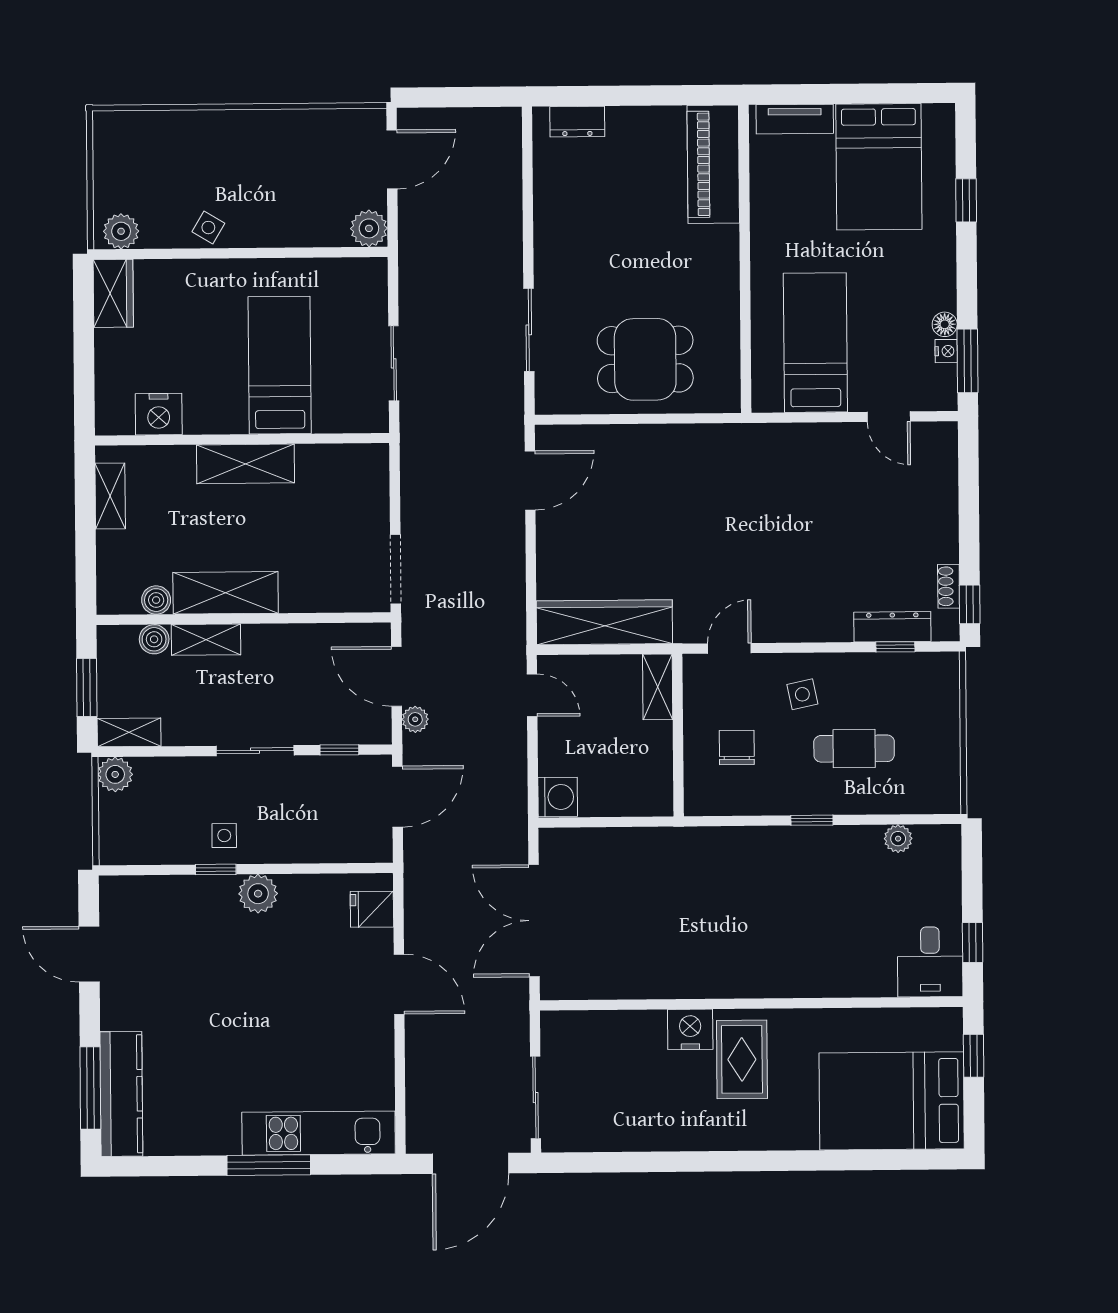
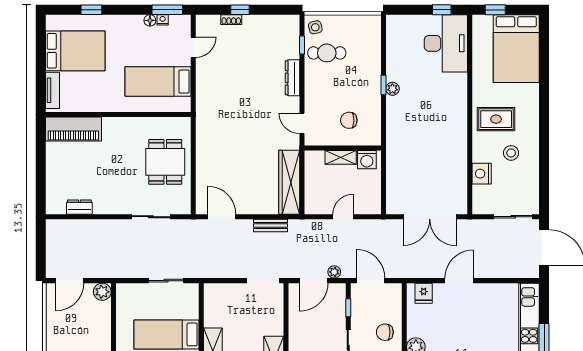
dresser: (577, 122) -> (79, 207), moved, turned -90
door: (392, 159) -> (70, 281), swing flipped
bench: (512, 584) -> (271, 226), added
shoe rack: (949, 586) -> (231, 20), moved
window: (970, 604) -> (240, 10), moved
dresser: (892, 627) -> (292, 78), moved
shelving: (658, 687) -> (341, 157), moved
side table: (802, 694) -> (315, 27), moved
door: (532, 695) -> (343, 217), moved
cafe table: (854, 749) -> (327, 53), moved, turned 90
washing machine: (558, 797) -> (367, 160), moved, turned 180
chair: (288, 828) -> (385, 332), added
plant: (898, 839) -> (392, 89), moved
desk: (930, 962) -> (446, 43), width x1.87, depth x1.30
nightstand: (690, 1029) -> (482, 174), moved
stool: (671, 1092) -> (511, 153), added

